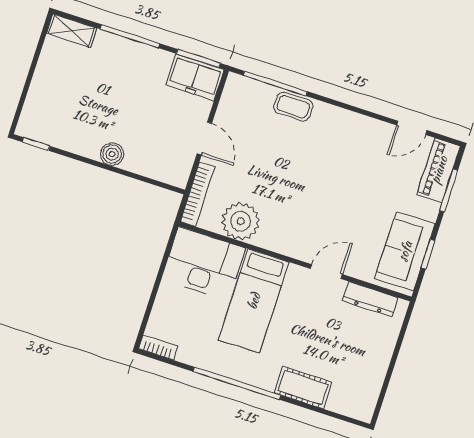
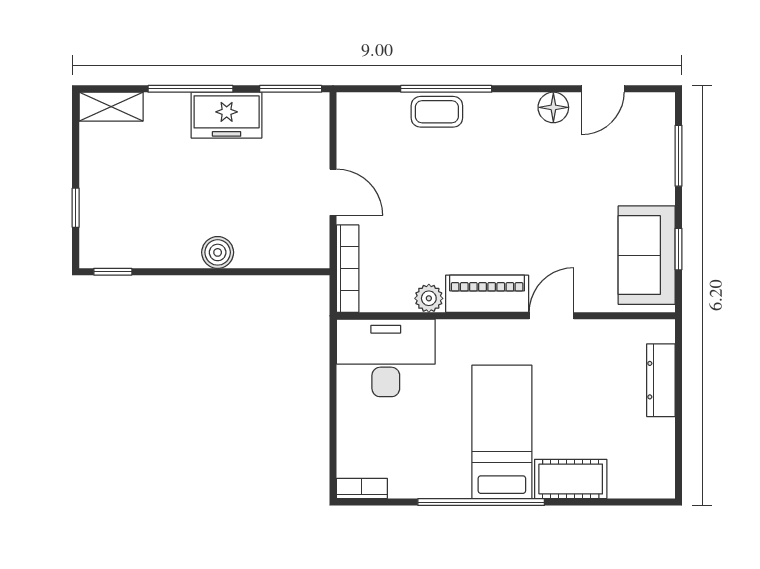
freezer: (195, 77) -> (227, 115), moved
window: (275, 83) -> (446, 89), moved
window: (25, 92) -> (76, 208), added
floor lamp: (374, 130) -> (553, 107), added
piano: (439, 170) -> (487, 294), moved, turned 90
plant: (241, 221) -> (429, 298), width x0.53, depth x0.53
dresser: (370, 299) -> (661, 380), moved, turned 90
bed: (254, 301) -> (502, 432), moved, turned 180

